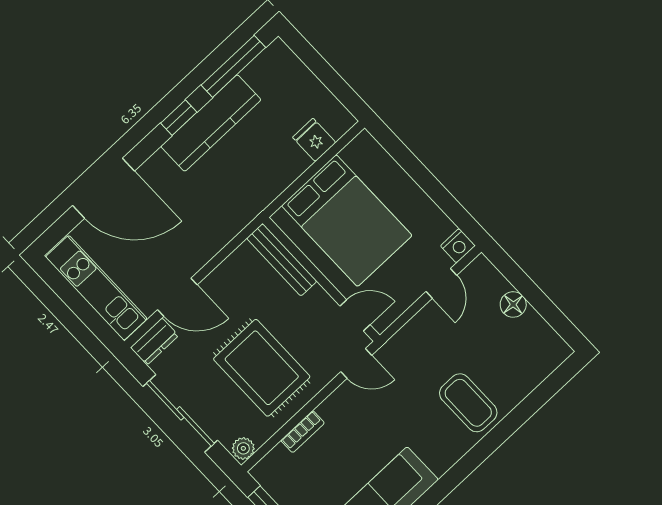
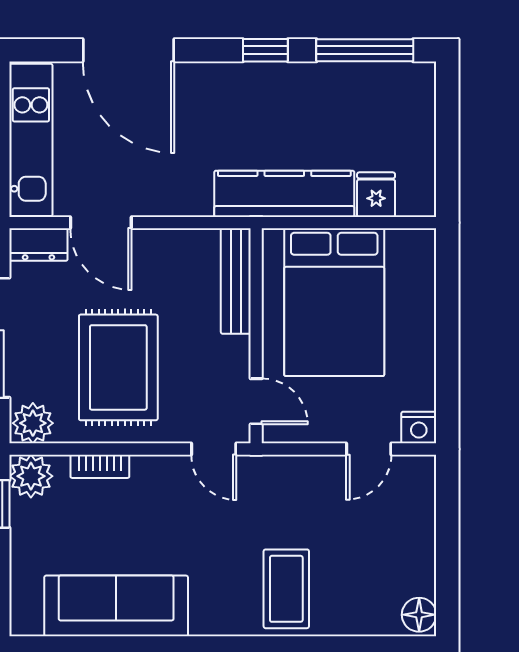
kitchen counter: (211, 123) -> (284, 194), moved, turned 180
floor lamp: (513, 304) -> (419, 615), moved
plant: (243, 448) -> (33, 423), width x1.38, depth x1.38
plant: (270, 473) -> (31, 476), added

